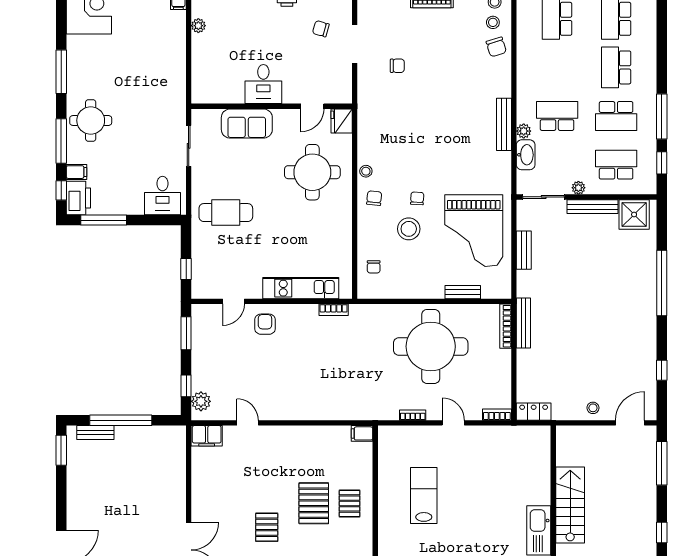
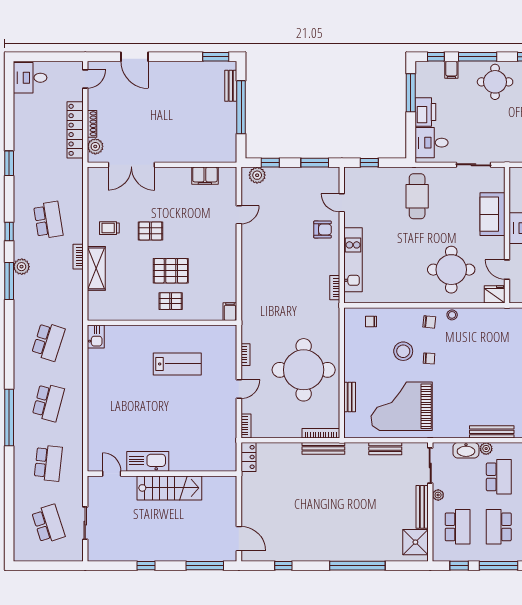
printer: (78, 198) -> (425, 112), moved, turned -90
stool: (593, 408) -> (252, 507), removed
filing cabinet: (207, 436) -> (205, 176), moved, turned -90

